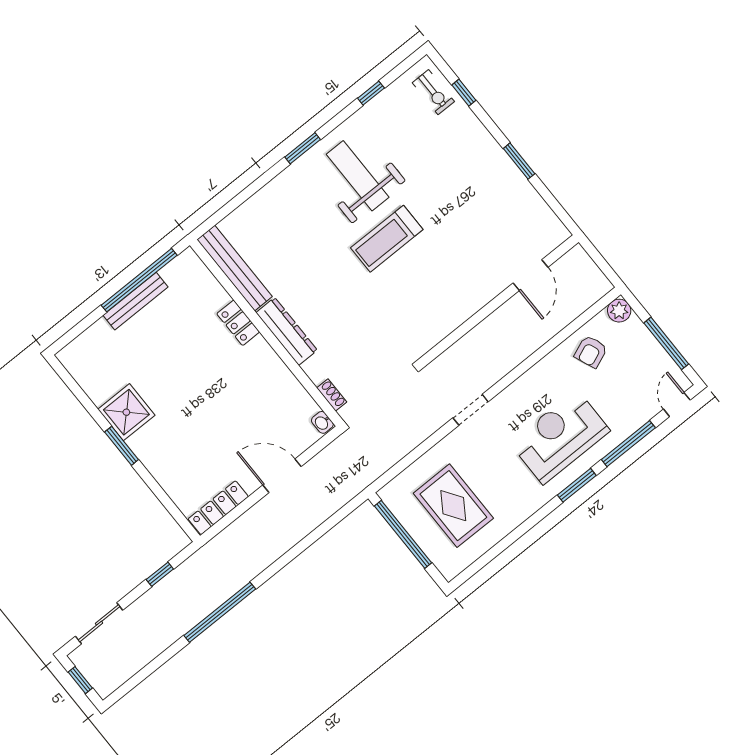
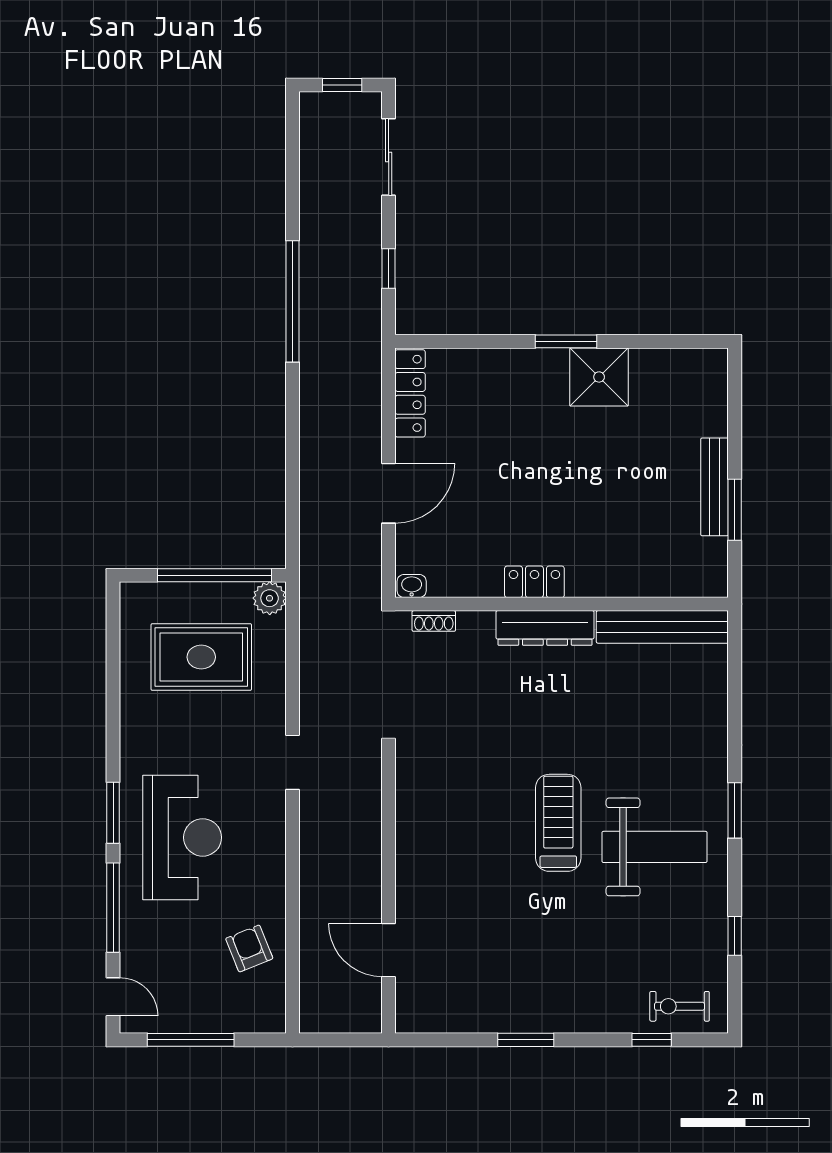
window: (139, 280) -> (735, 510), width x0.47
plant: (619, 311) -> (270, 598), moved
locker: (238, 323) -> (534, 582), moved

